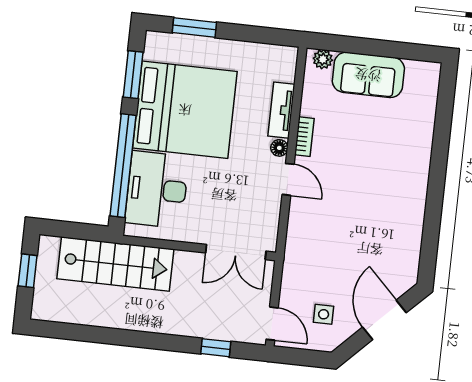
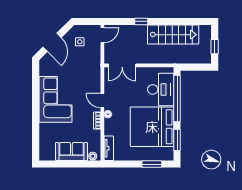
tv unit: (281, 110) -> (109, 148), moved
corner sofa: (391, 193) -> (55, 99), added
double door: (236, 252) -> (122, 65), swing flipped
stairs: (115, 264) -> (173, 35), moved, turned 180
door: (272, 324) -> (102, 35), swing flipped
window: (216, 348) -> (141, 21), moved

